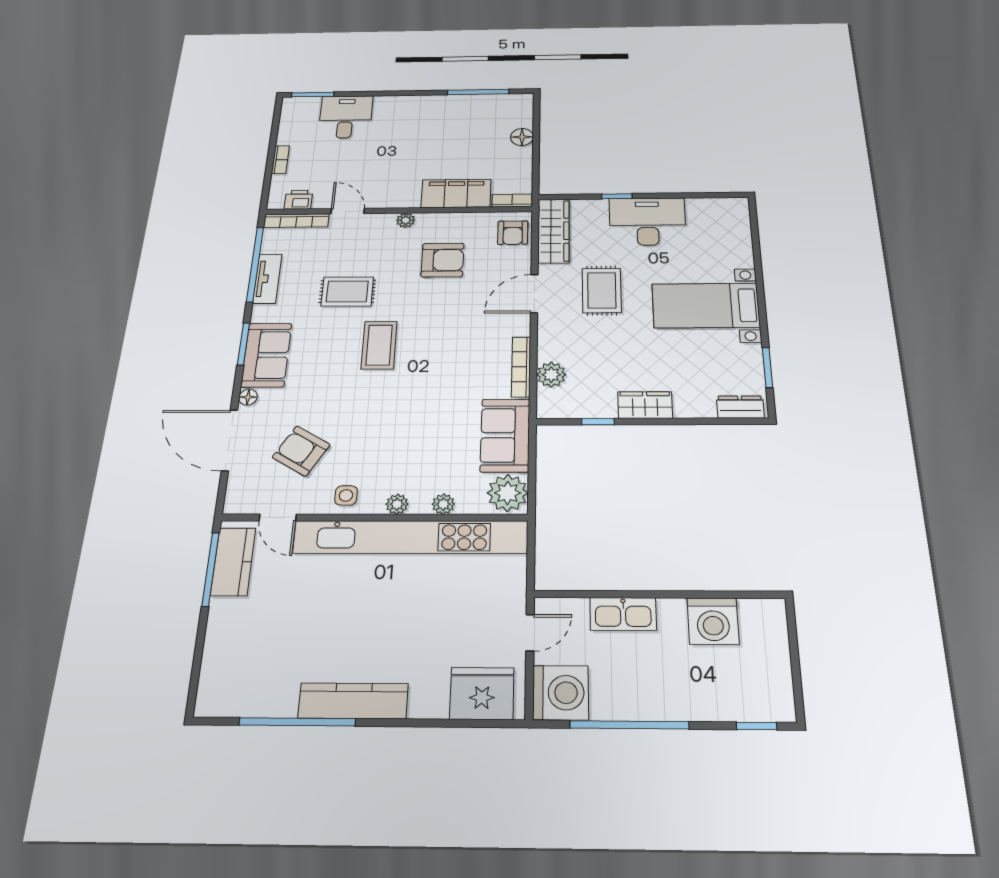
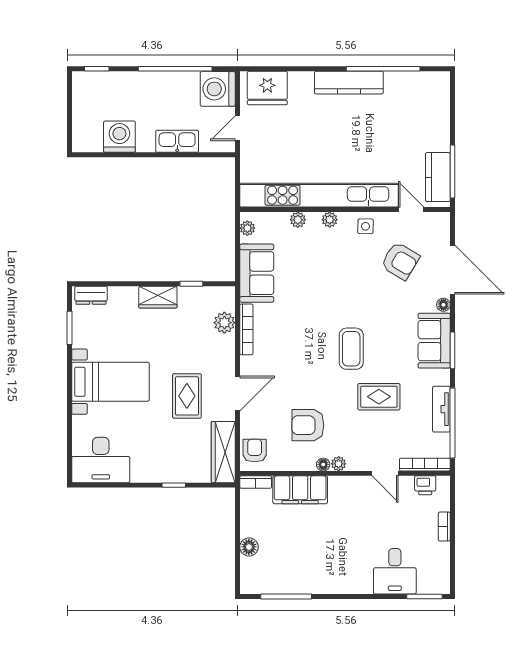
floor lamp: (425, 219) -> (323, 465), added
desk: (647, 222) -> (101, 460), moved
plant: (508, 493) -> (247, 228), width x0.53, depth x0.53

